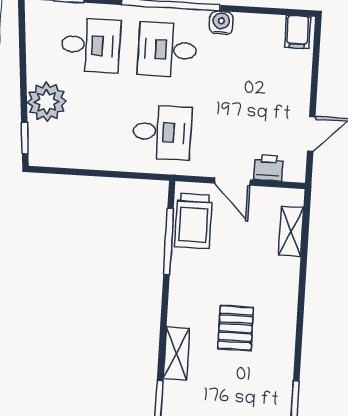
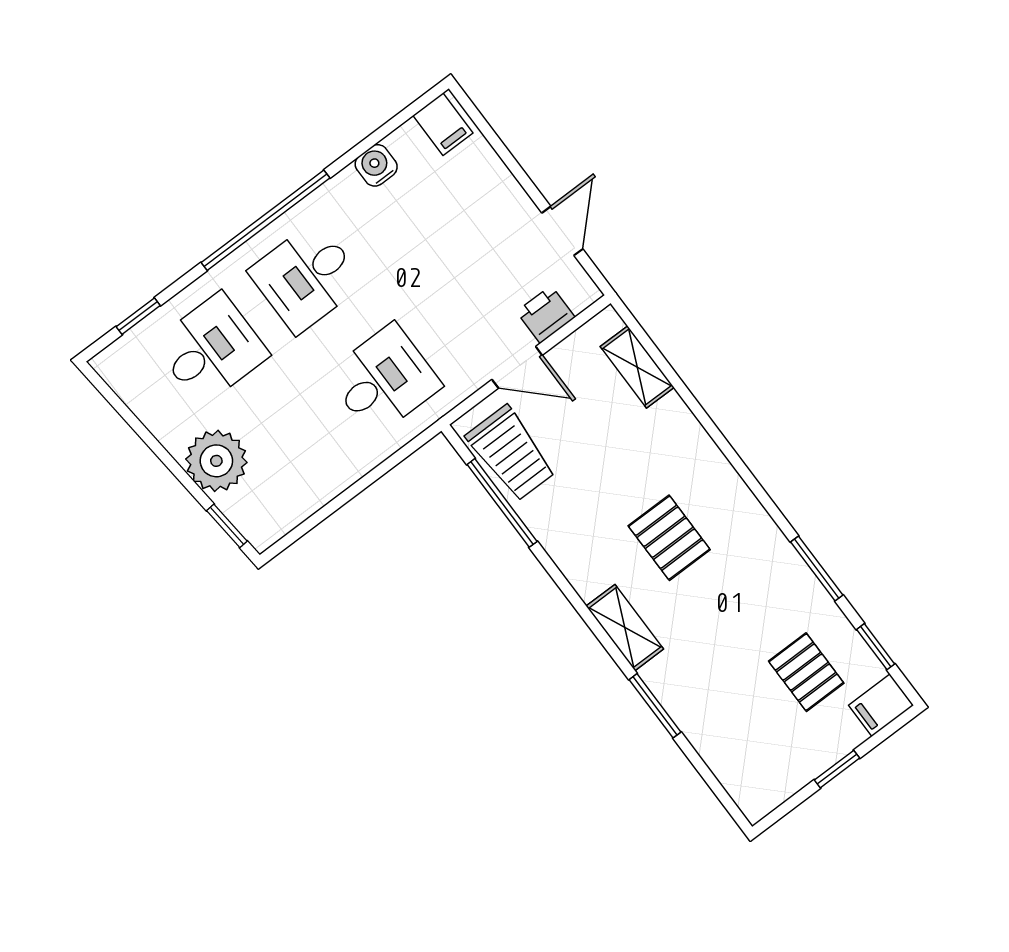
water cooler: (221, 23) -> (376, 165), moved

